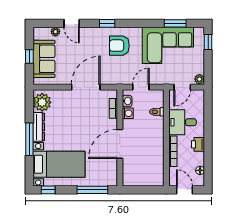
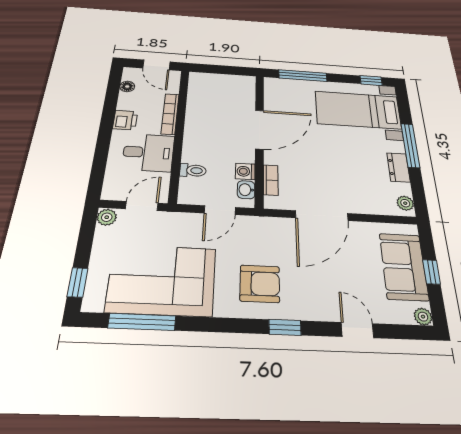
window: (175, 23) -> (142, 322), width x1.44
plant: (55, 32) -> (423, 317), moved
plant: (42, 102) -> (405, 203), width x0.53, depth x0.53
dresser: (39, 127) -> (398, 167), width x0.70

